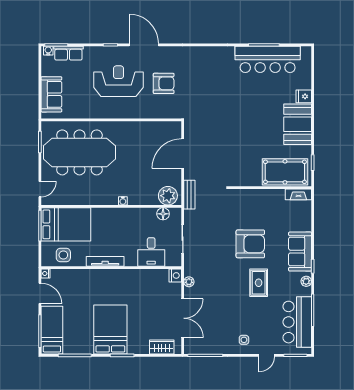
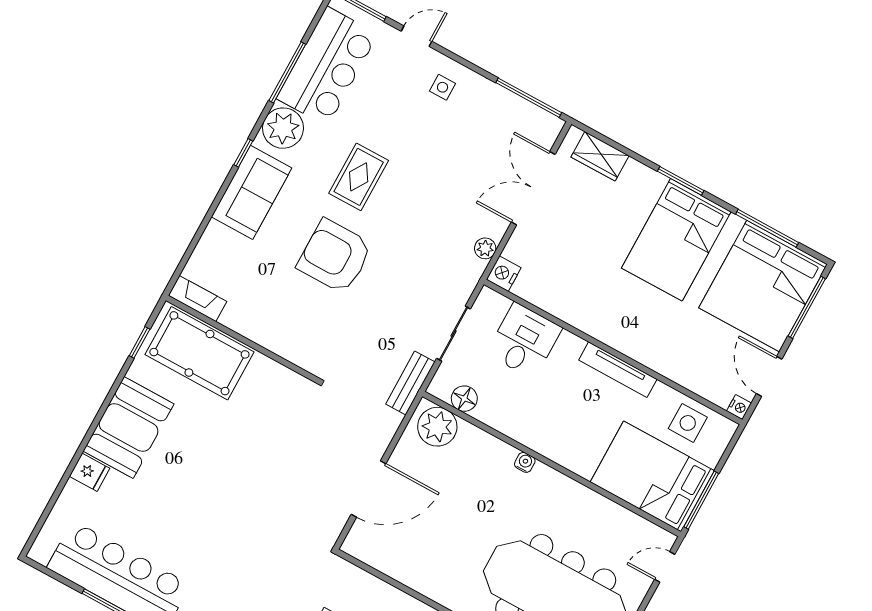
bench: (189, 195) -> (410, 383), moved
plant: (306, 281) -> (283, 128), width x1.88, depth x1.88
bed: (52, 330) -> (763, 286), width x2.04

